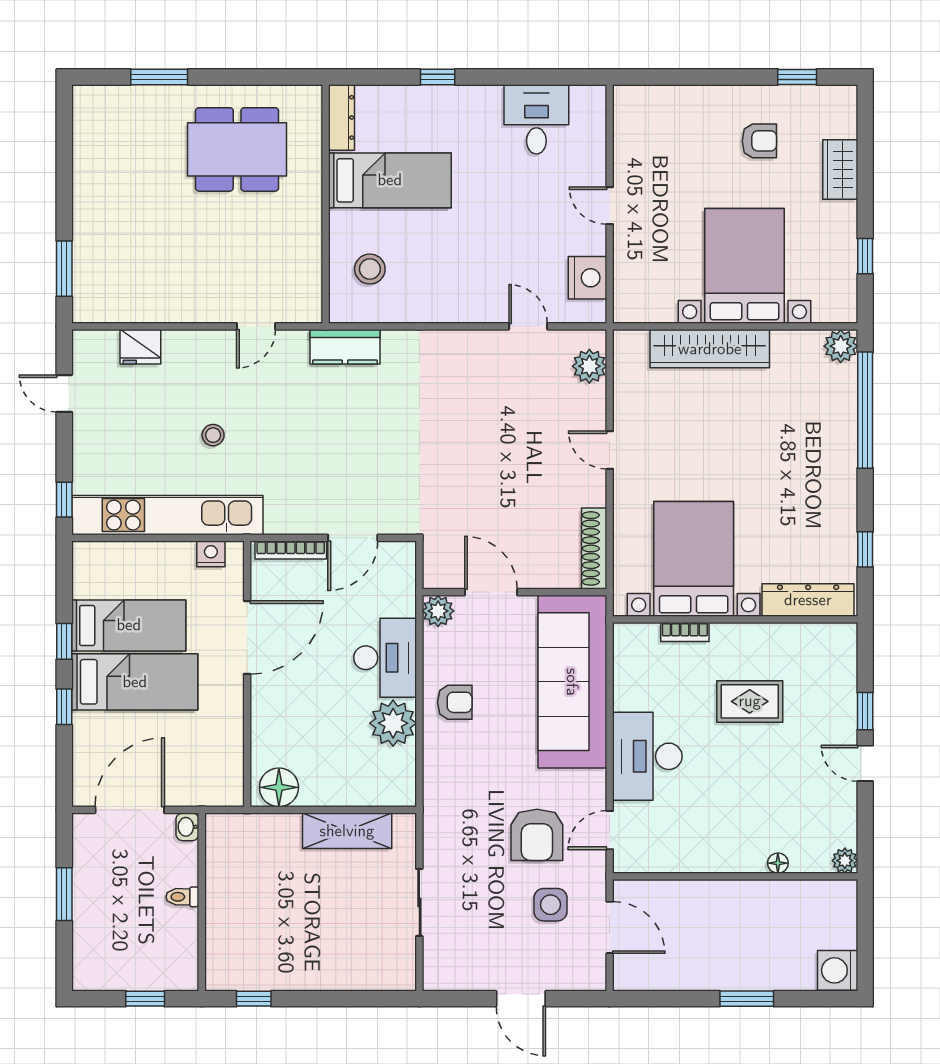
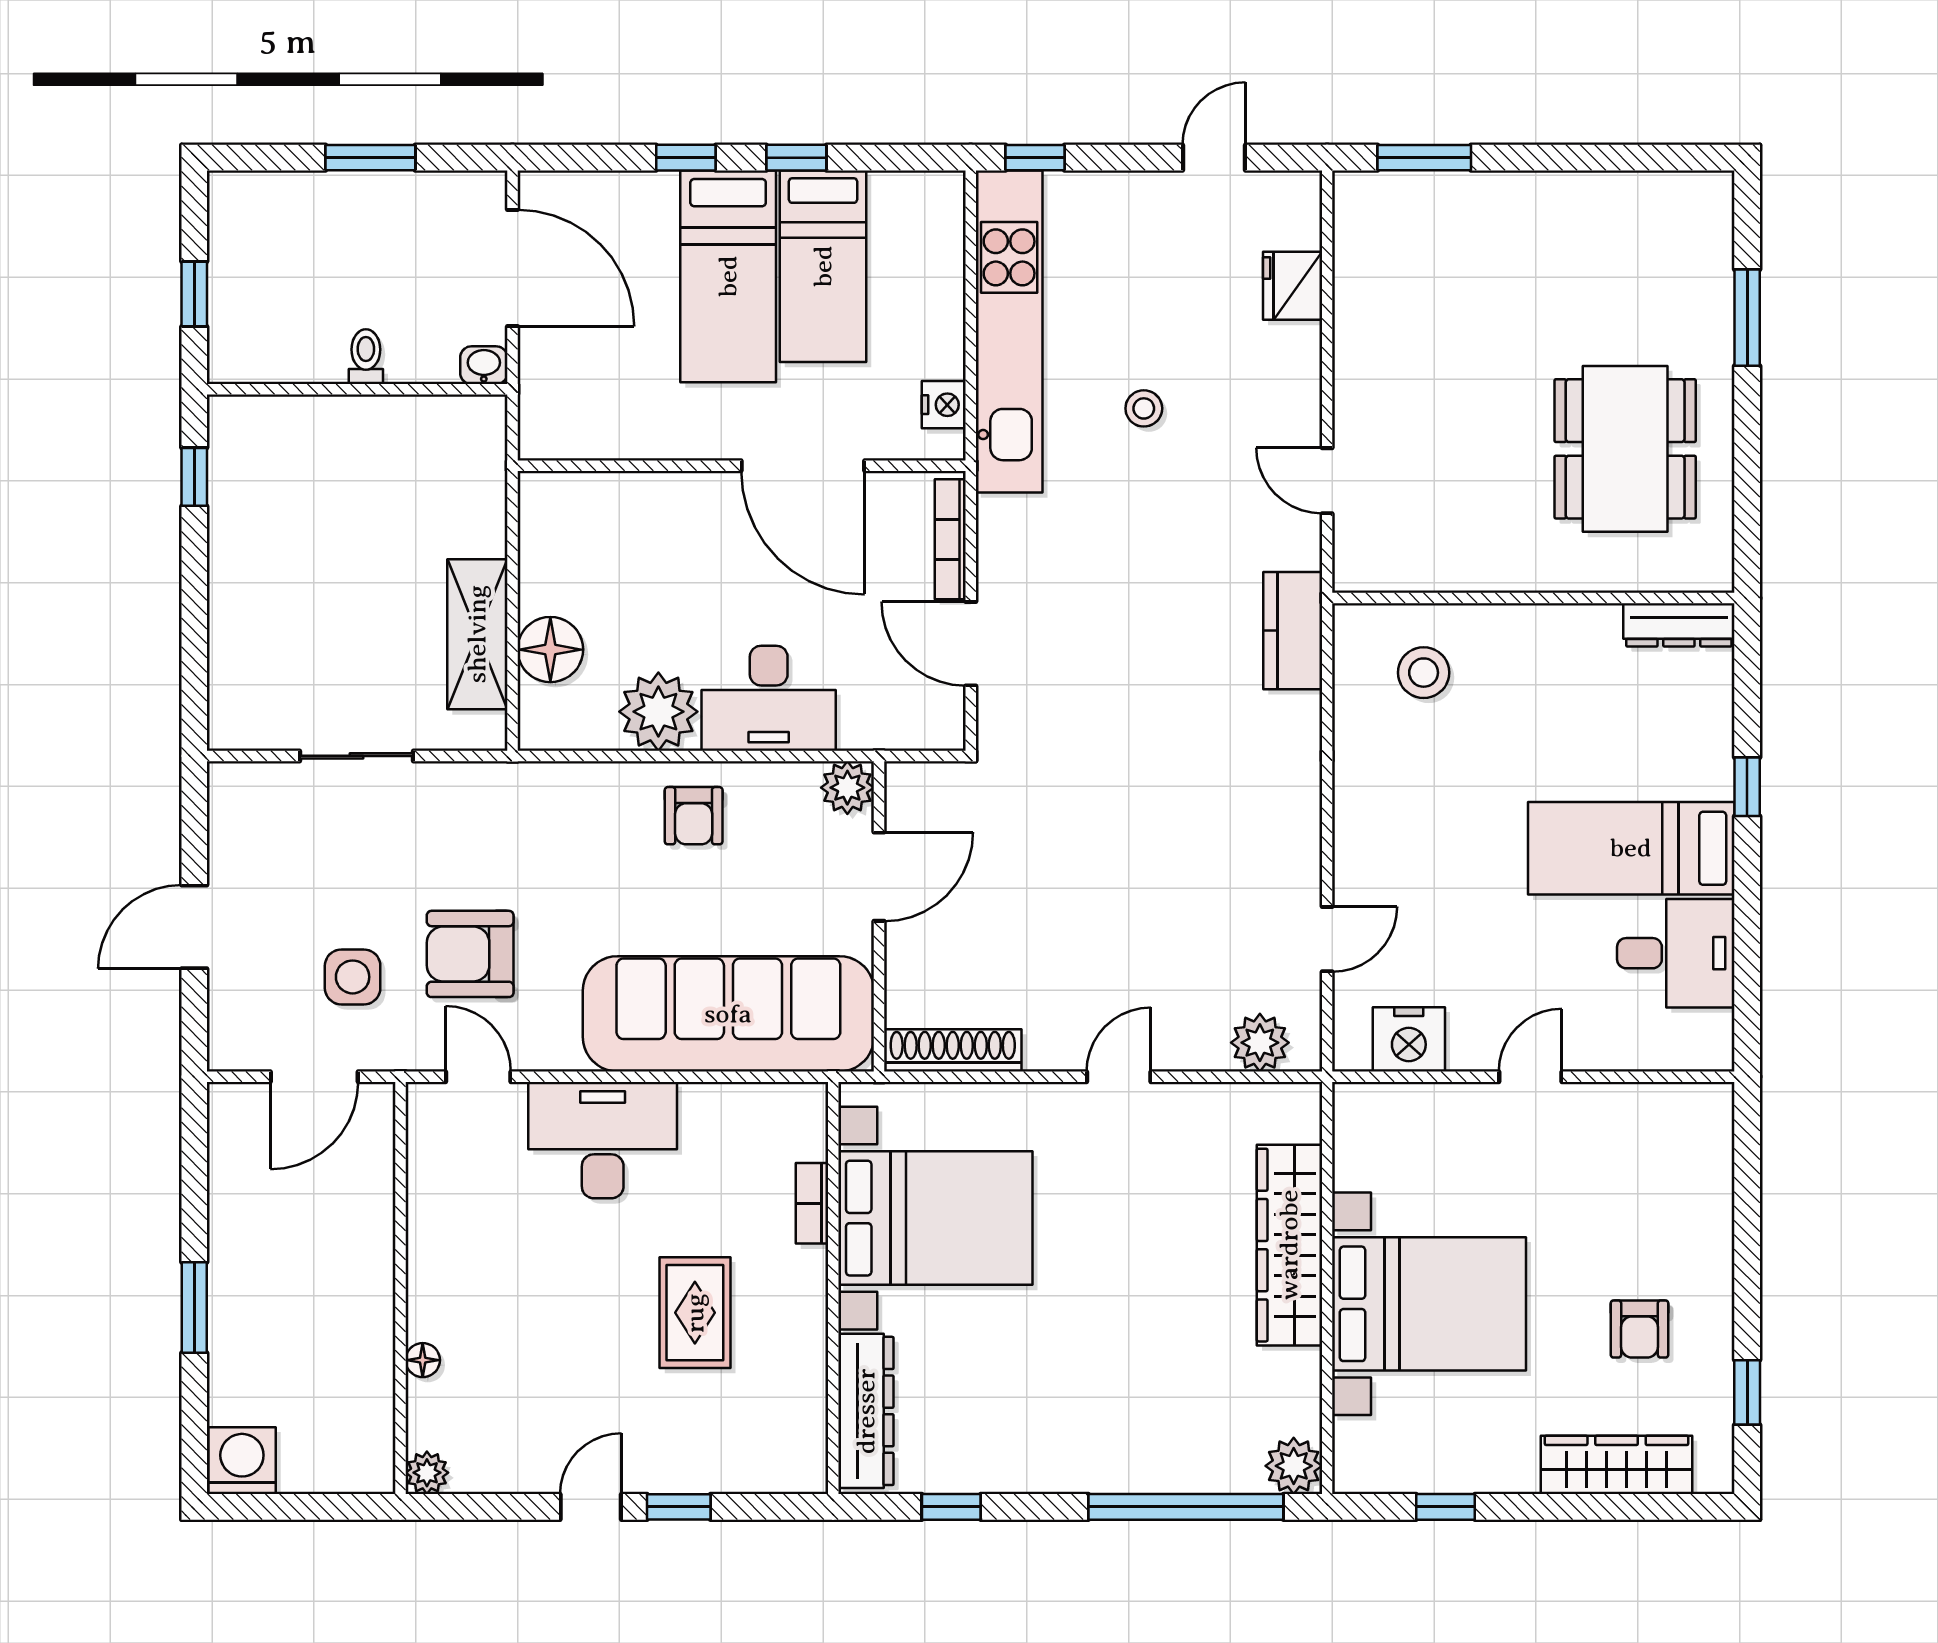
wardrobe: (840, 169) -> (1617, 1465), width x1.50
bed: (390, 180) -> (1631, 848), moved, turned 90
floor lamp: (279, 787) -> (550, 650), moved

